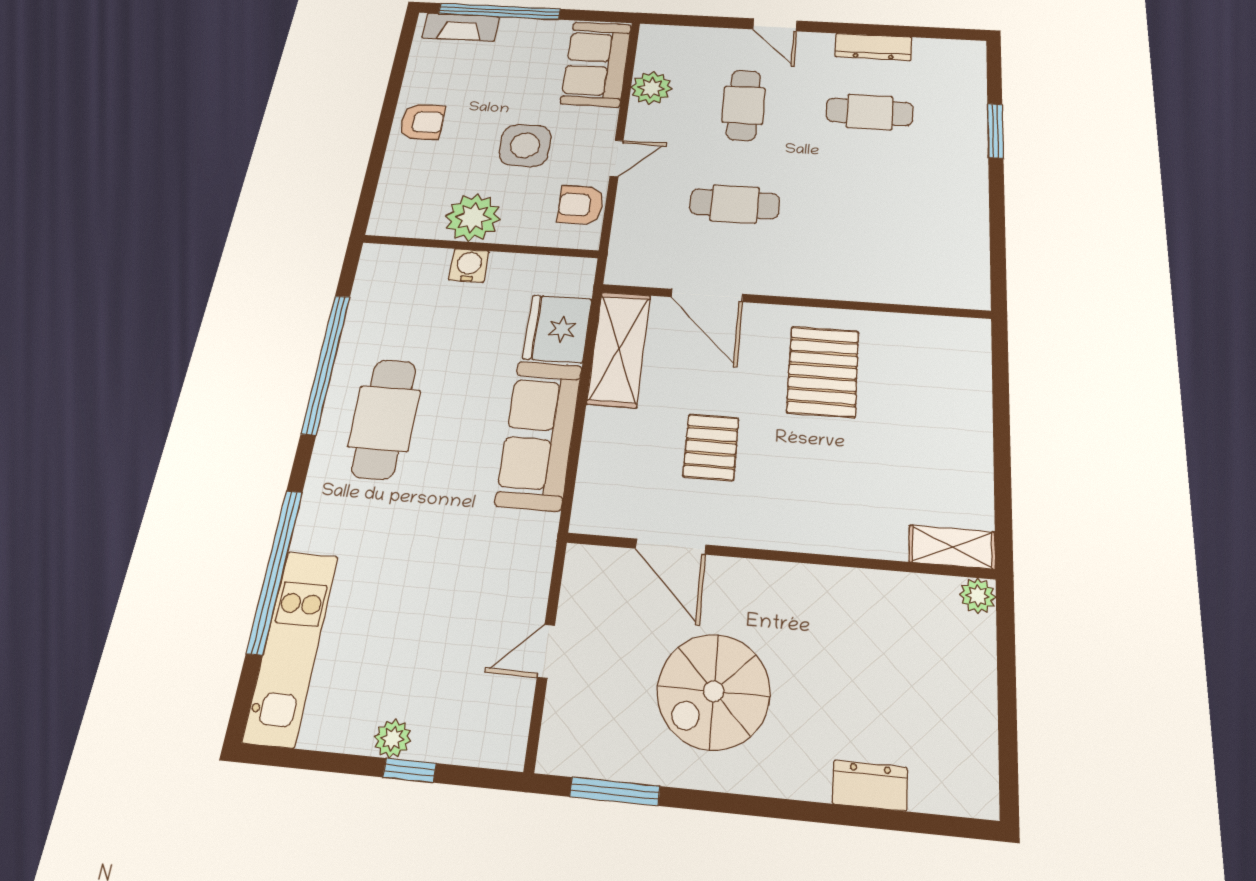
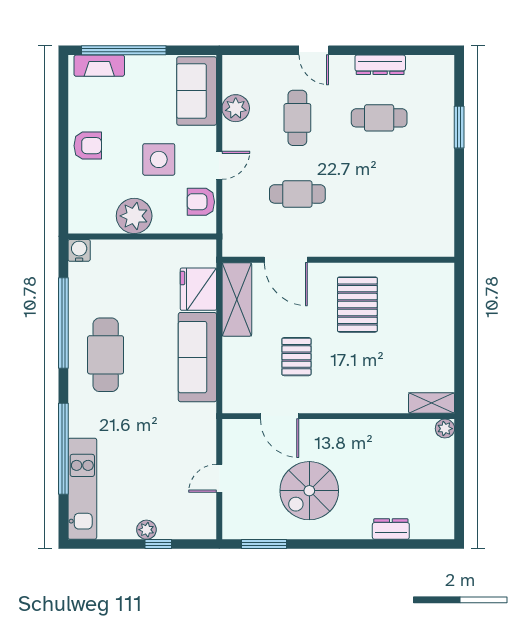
water cooler: (469, 266) -> (79, 250), moved

